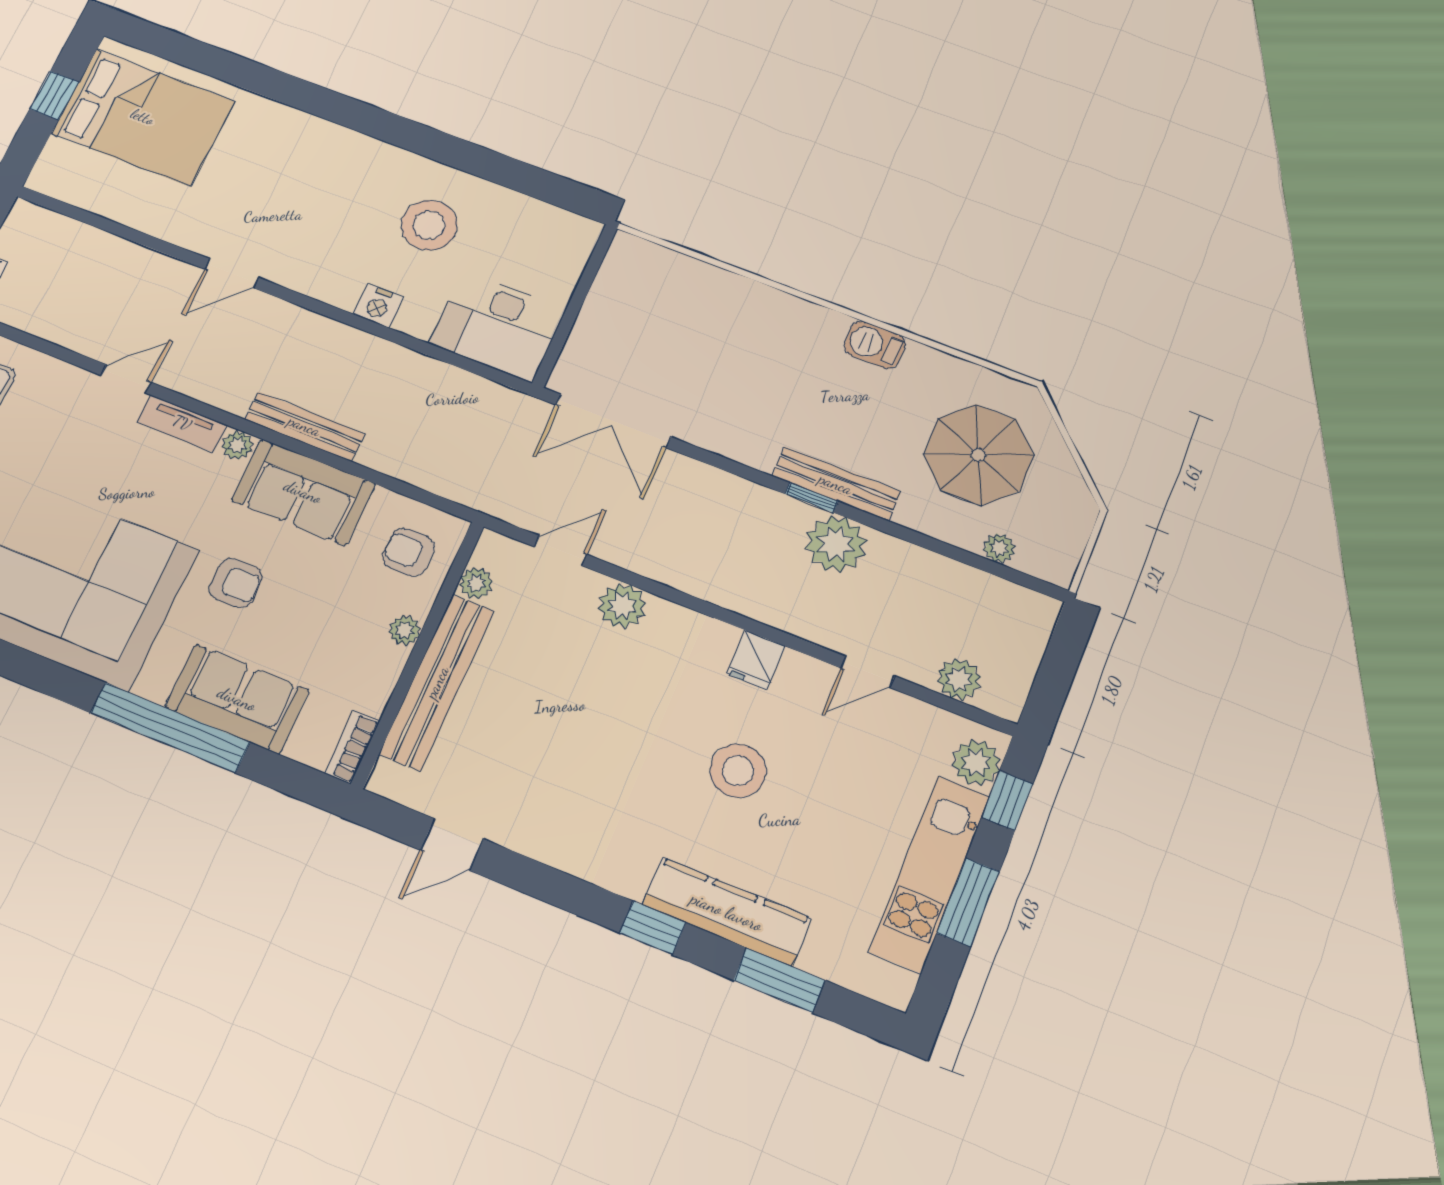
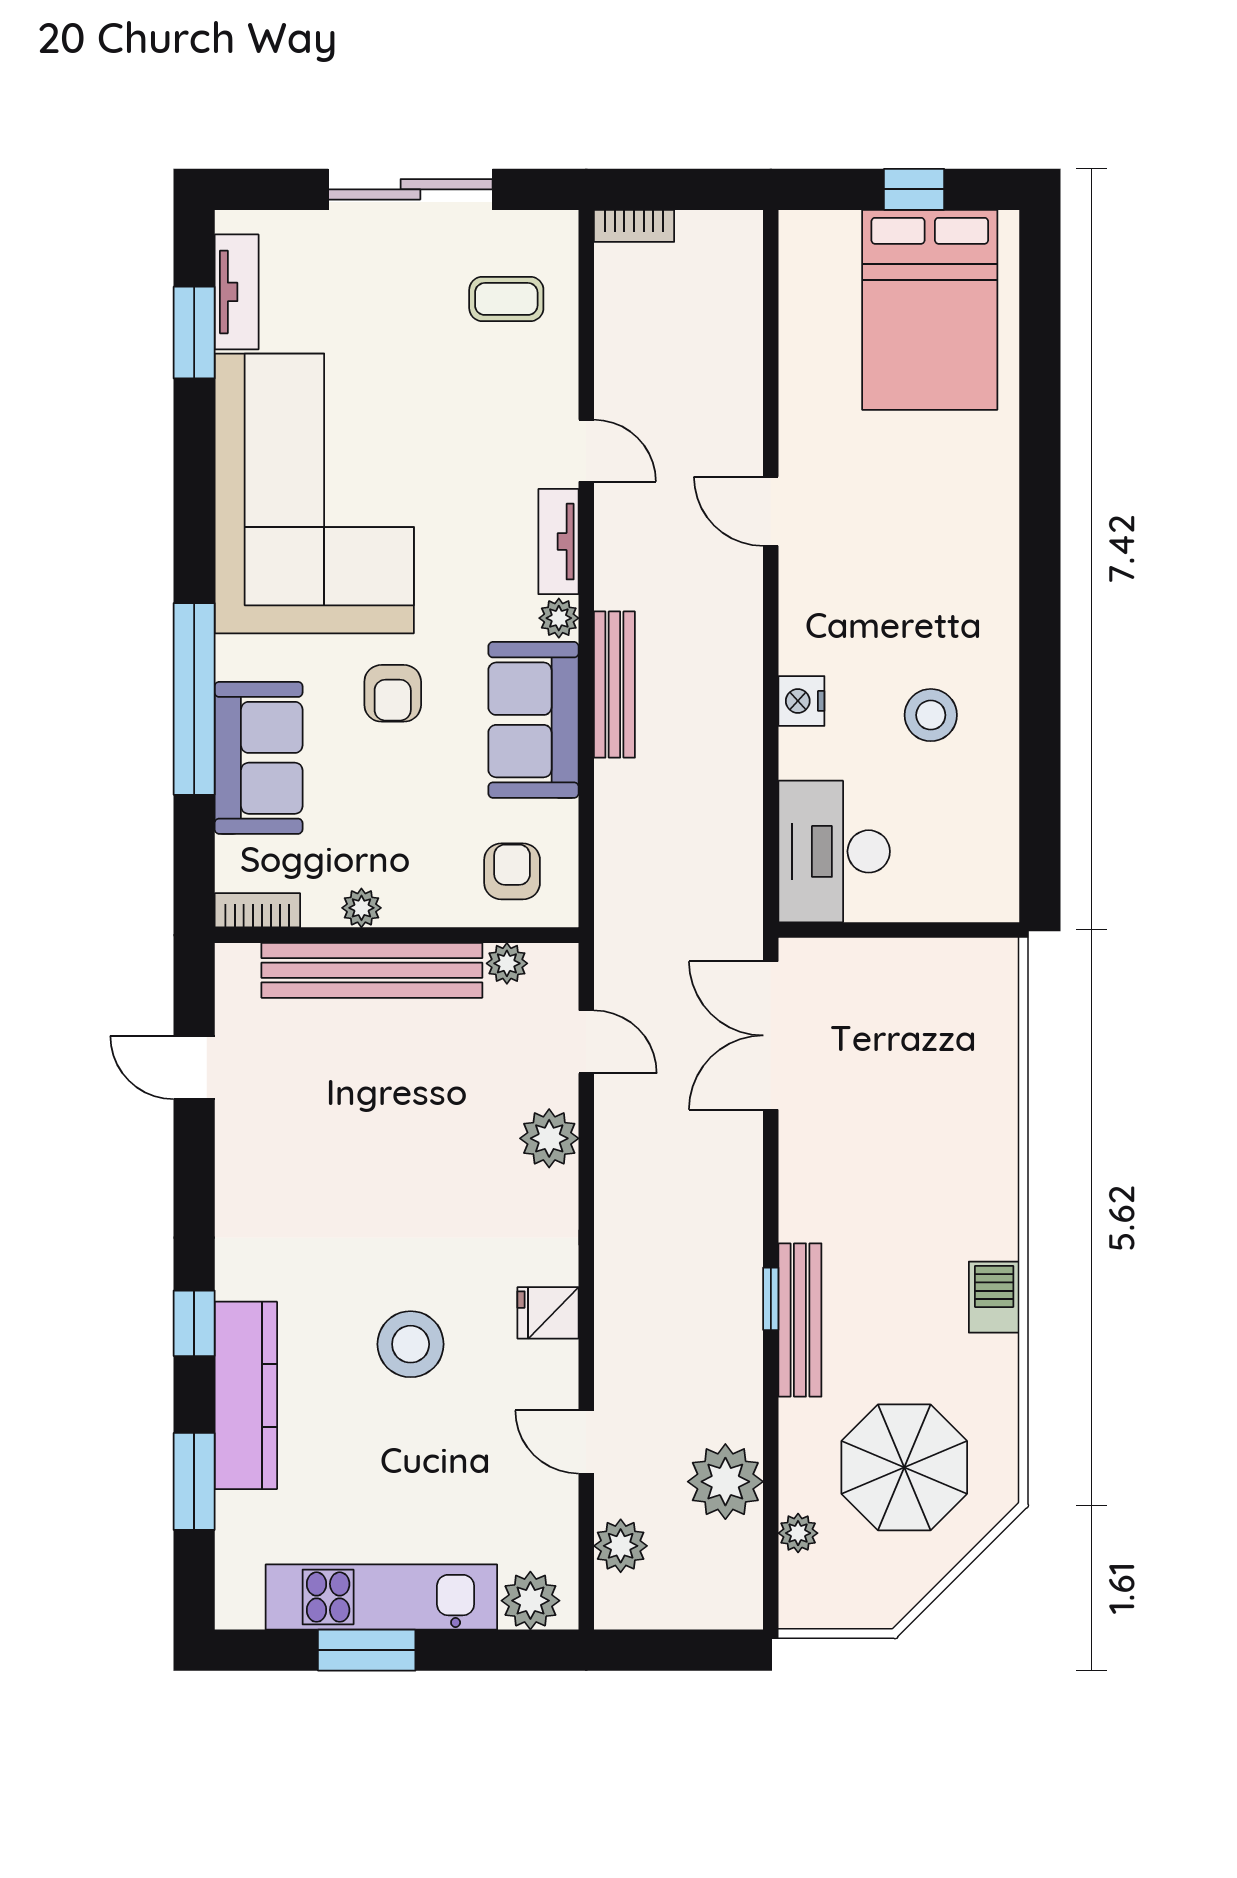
stool: (429, 225) -> (931, 715), width x0.73, depth x0.73
plant: (836, 544) -> (725, 1482), moved
plant: (405, 630) -> (361, 908), moved
window: (1007, 801) -> (501, 1650), removed

